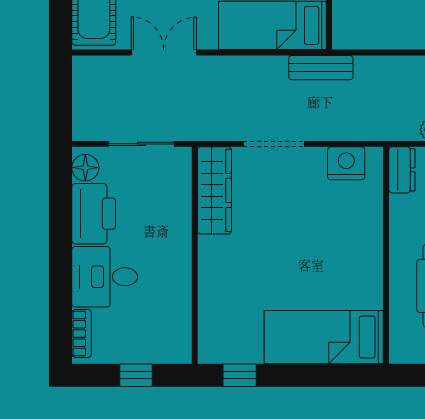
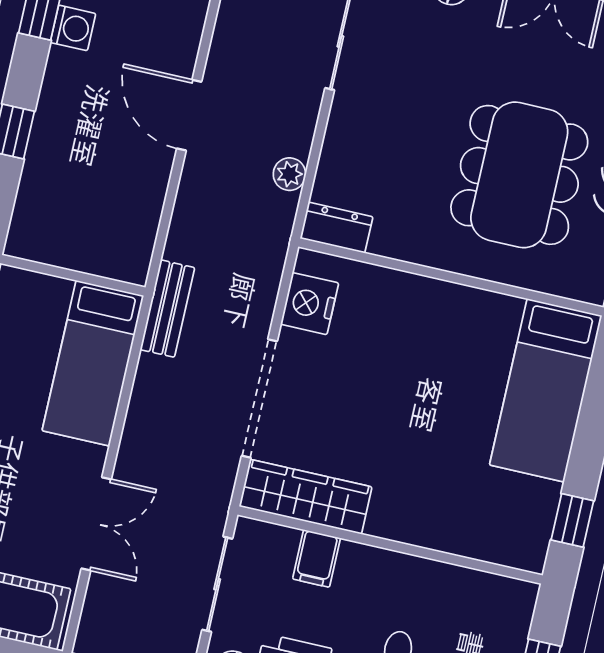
double door: (164, 52) -> (96, 524), swing flipped
doorway: (274, 144) -> (259, 399), width x1.36
filing cabinet: (174, 207) -> (317, 558), added

